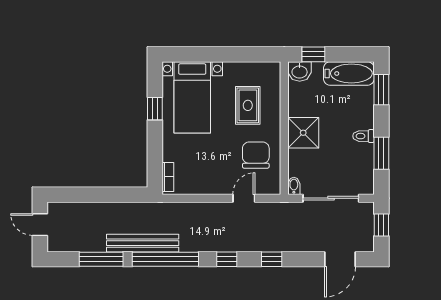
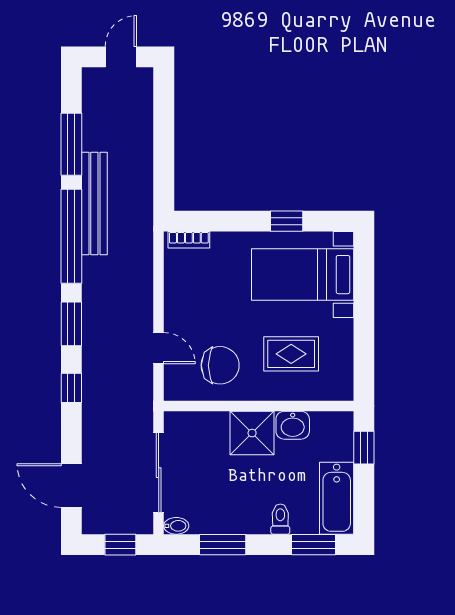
washbasin: (300, 71) -> (293, 425), moved, turned -90
toilet: (363, 136) -> (280, 519), moved
bidet: (294, 186) -> (176, 526), moved
window: (227, 259) -> (71, 324), width x1.50

